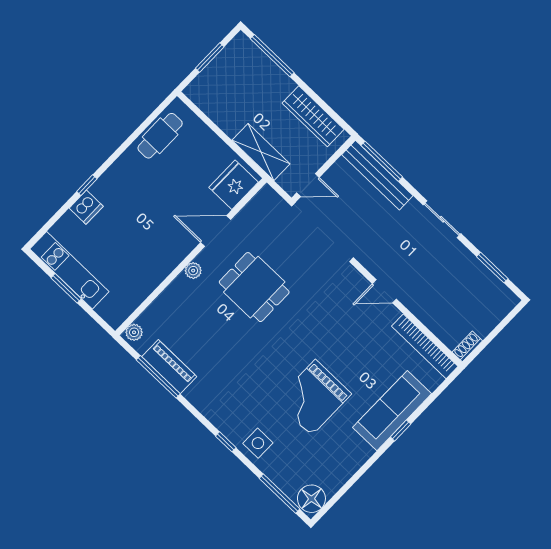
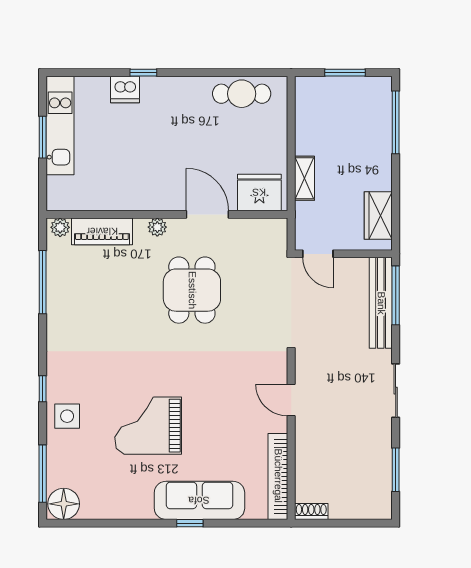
wardrobe: (313, 116) -> (378, 216), width x0.67
shelving: (261, 152) -> (304, 178), width x0.67, depth x0.75
piano: (169, 367) -> (102, 231), moved, turned 90

